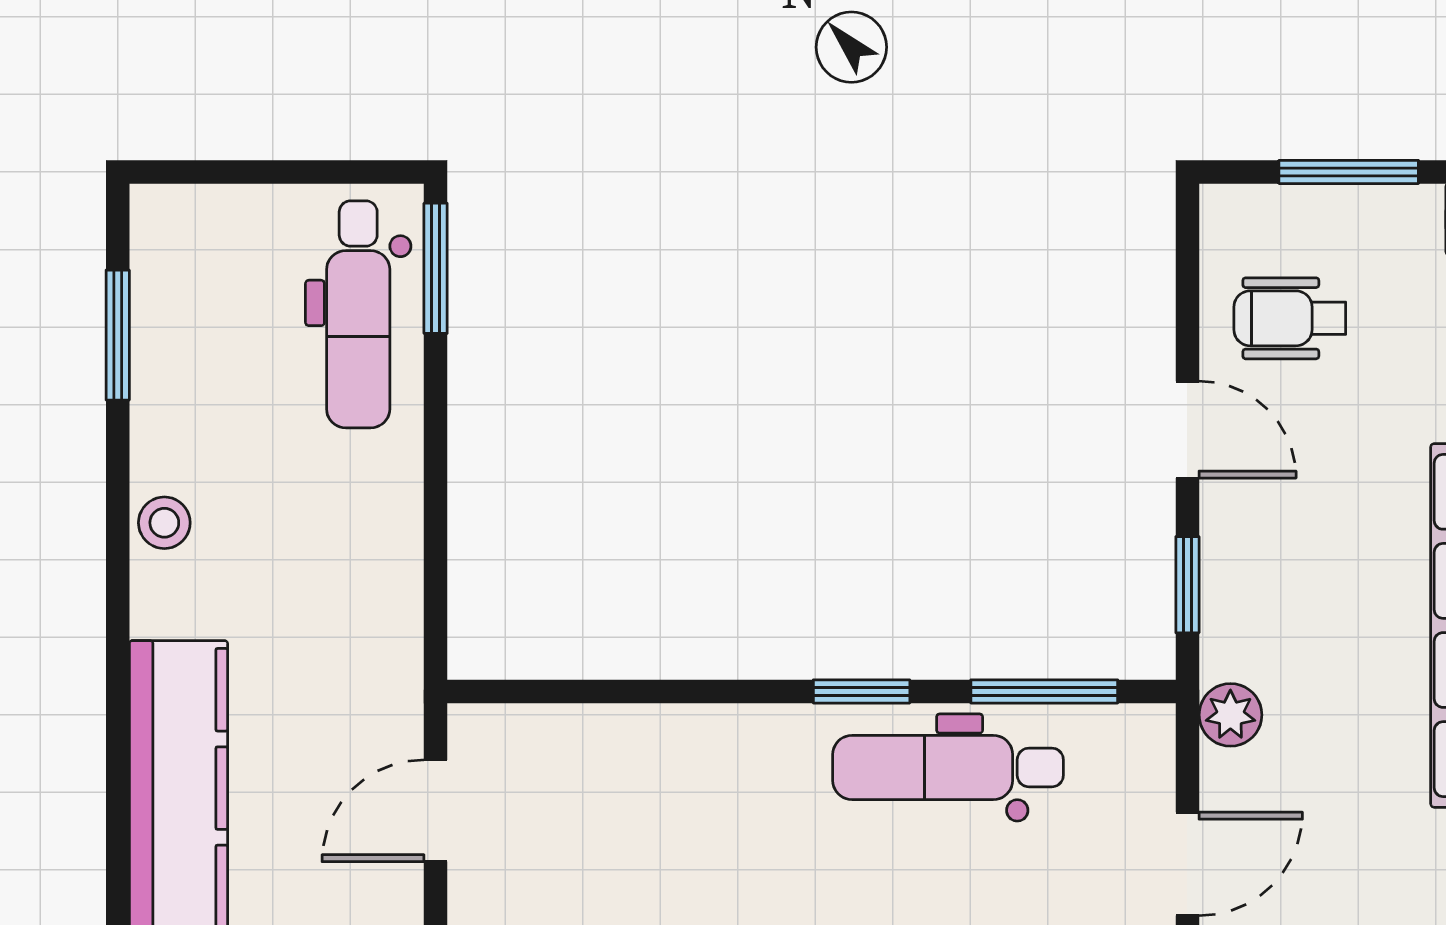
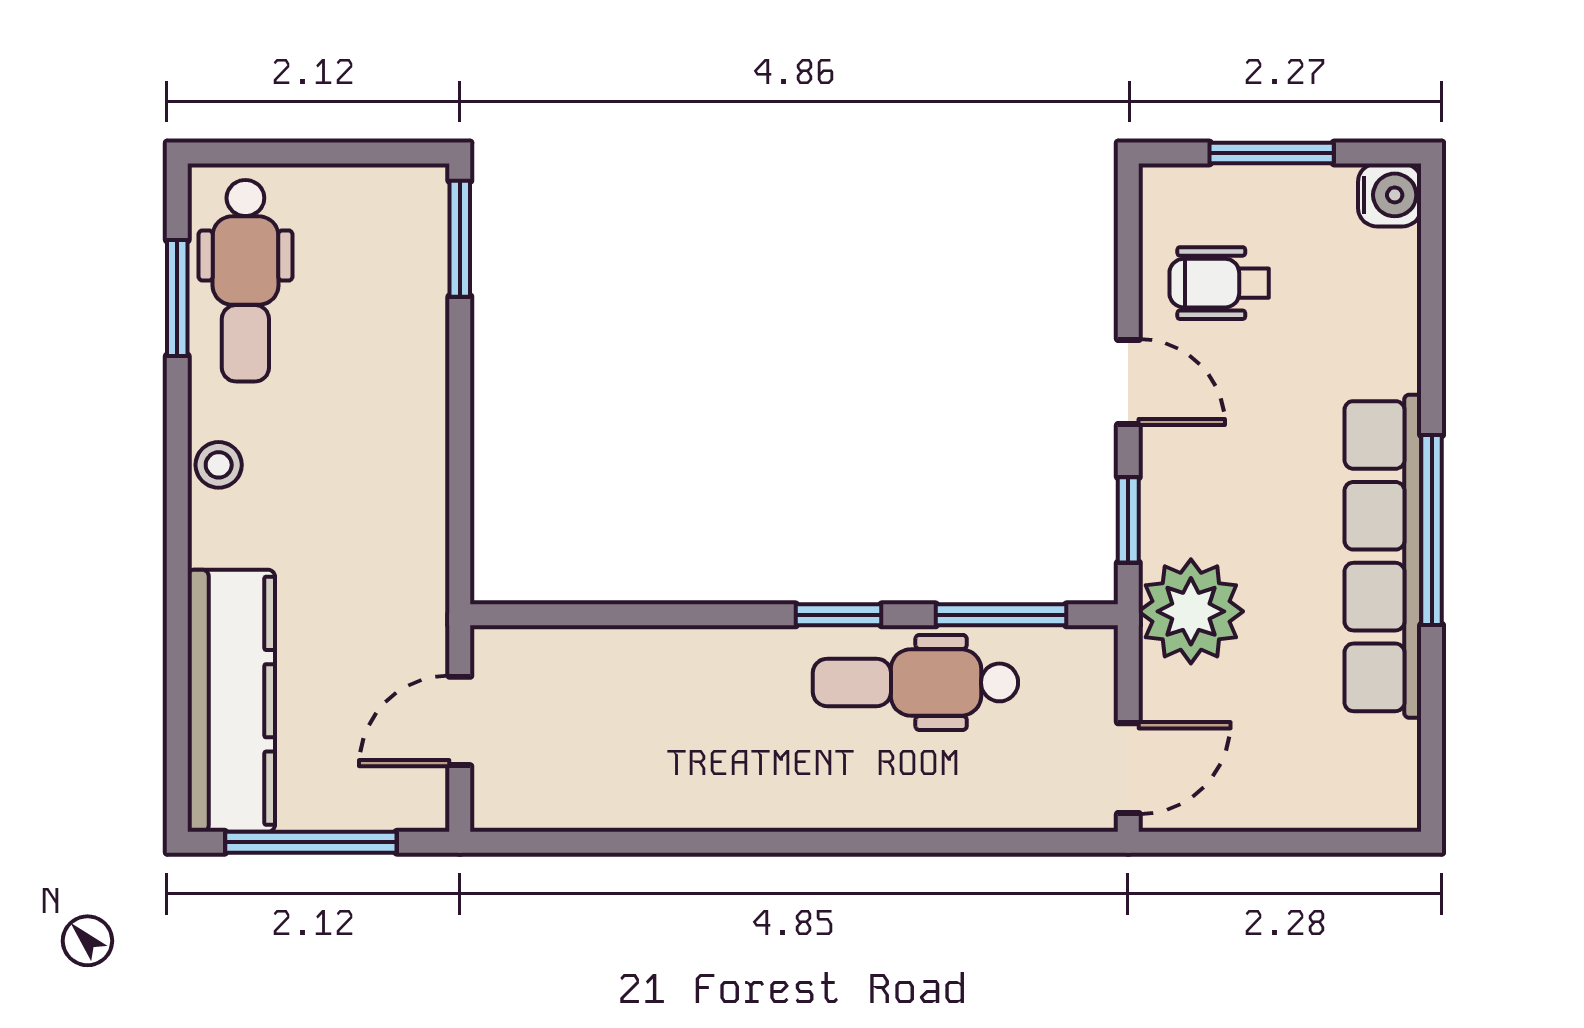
dental chair: (358, 314) -> (245, 281), moved
plant: (1230, 715) -> (1191, 611), width x1.88, depth x1.88

